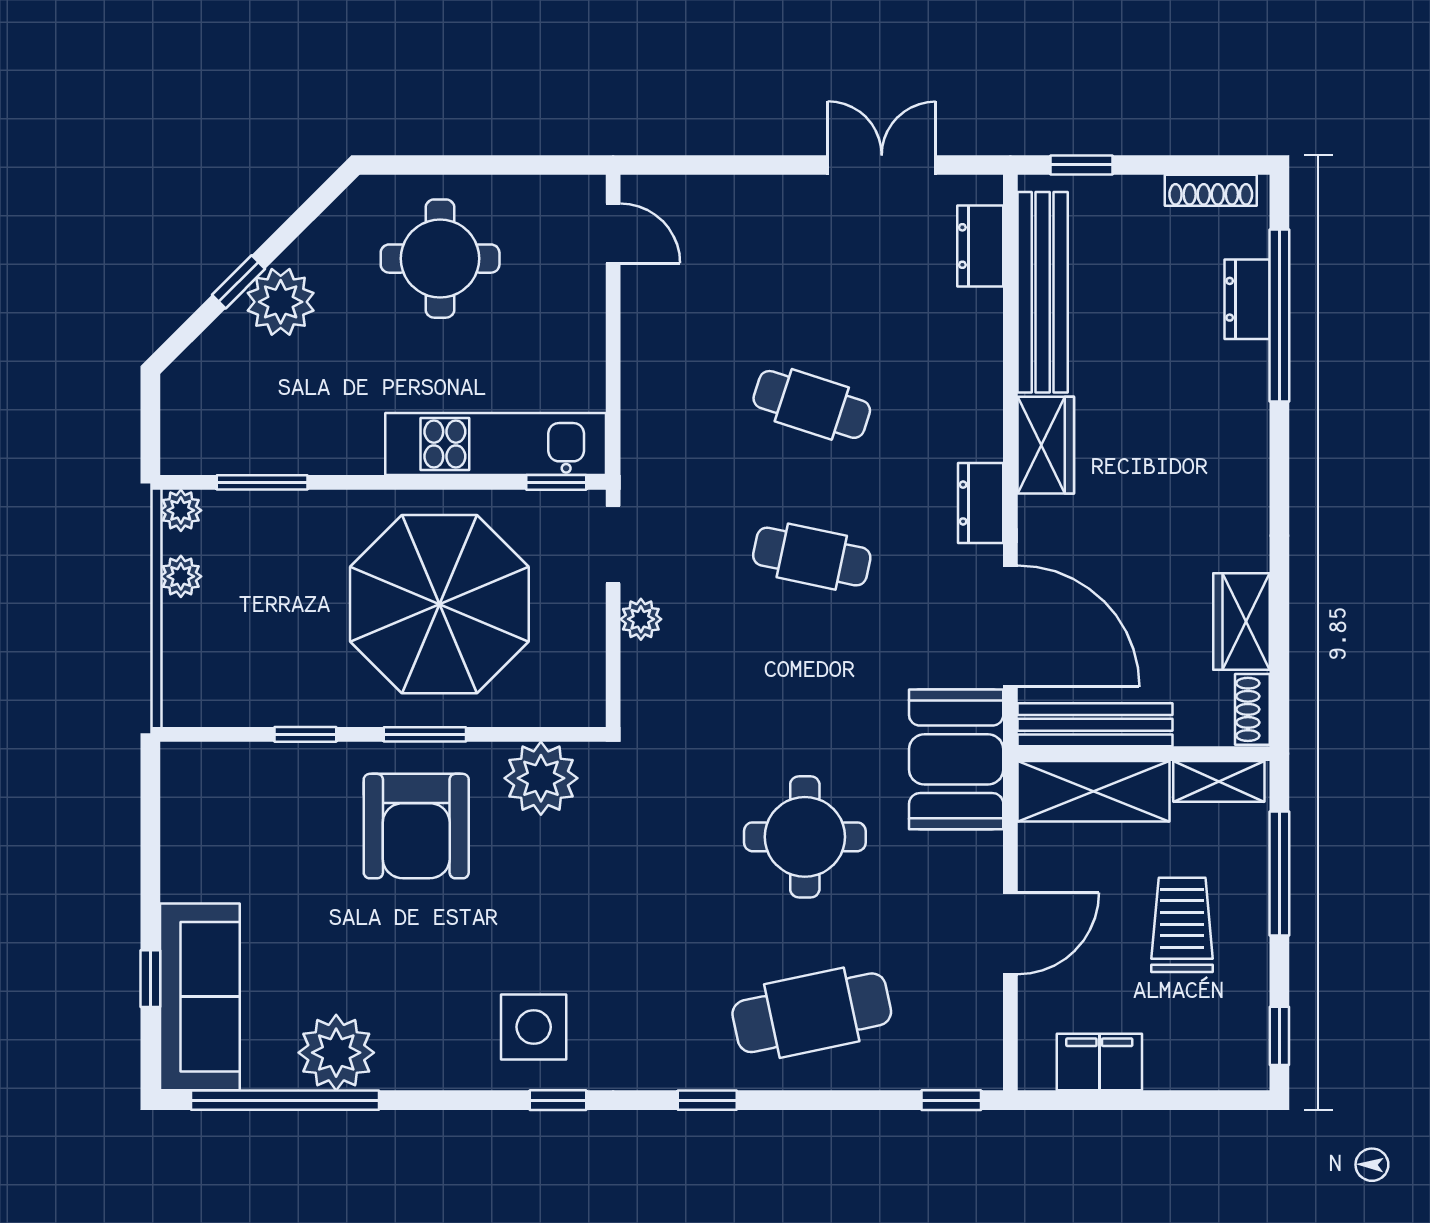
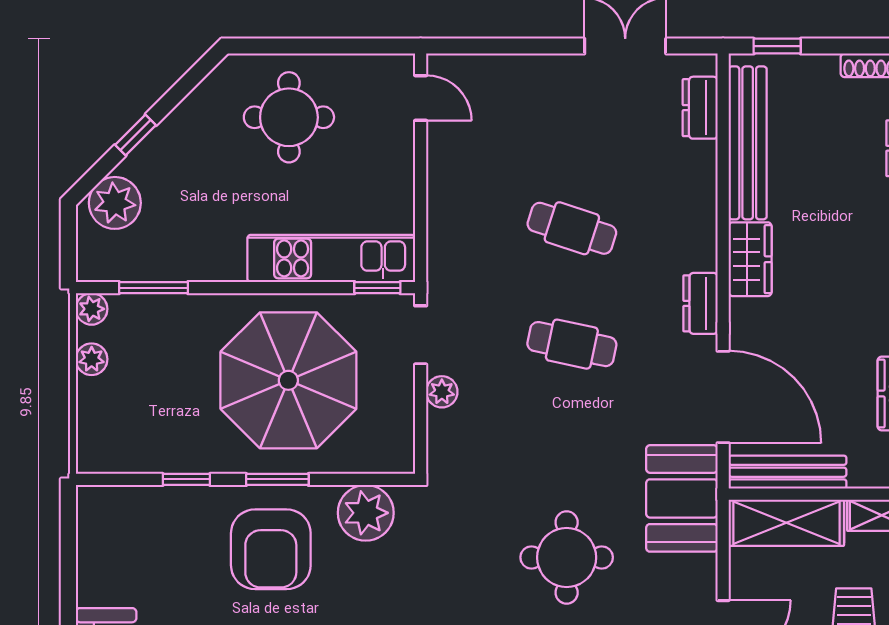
plant: (281, 302) -> (115, 203), moved

